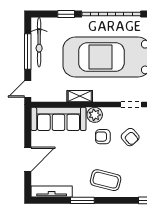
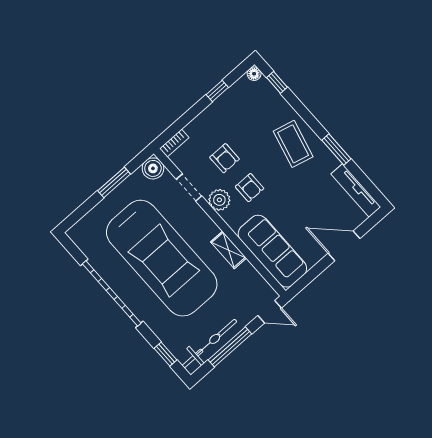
window: (66, 14) -> (166, 354), moved
plant: (95, 115) -> (219, 200), moved
armchair: (130, 137) -> (224, 158), turned 132

